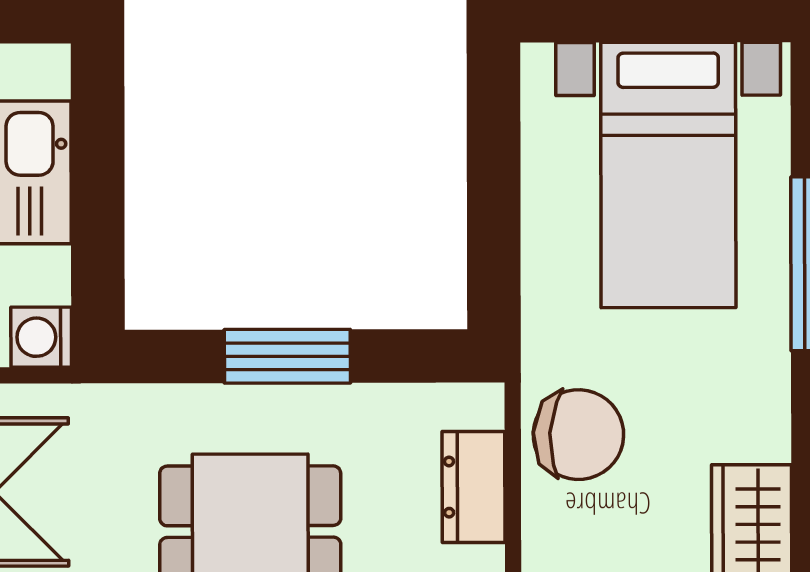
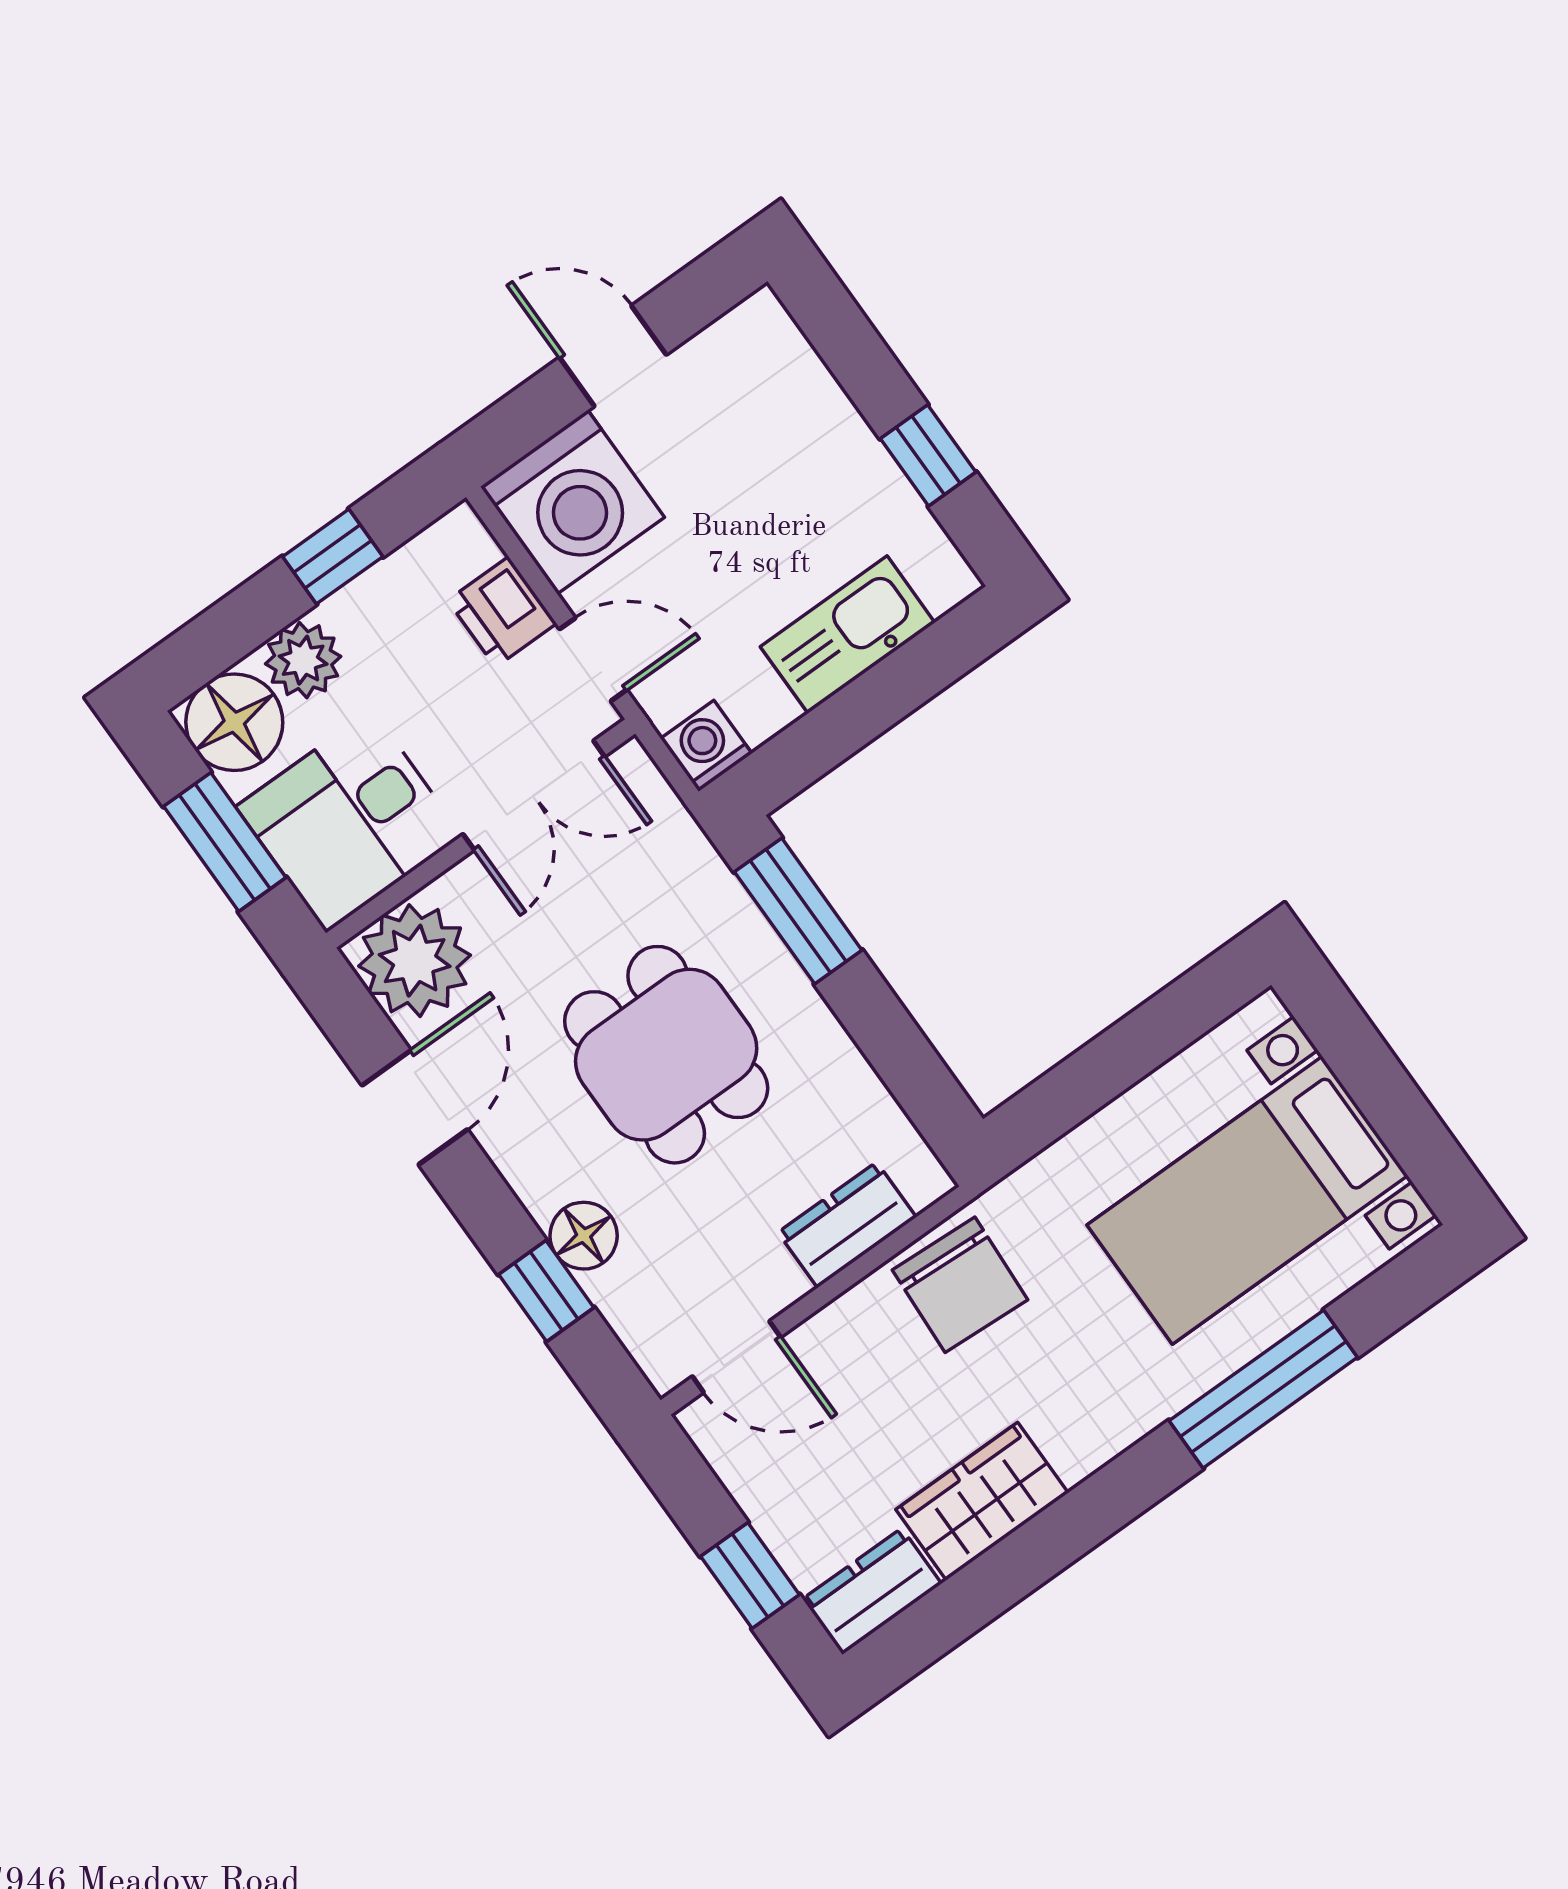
window: (287, 356) -> (798, 911), moved

